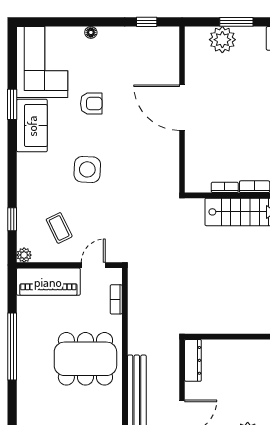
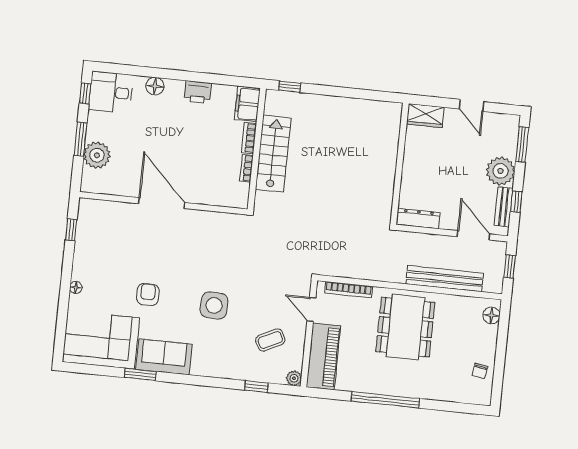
door: (182, 108) -> (162, 203), swing flipped
bookcase: (116, 299) -> (349, 290), width x1.56

